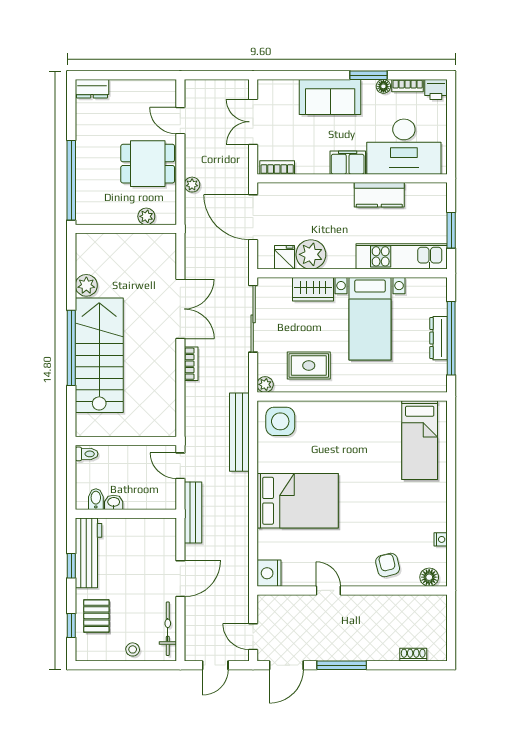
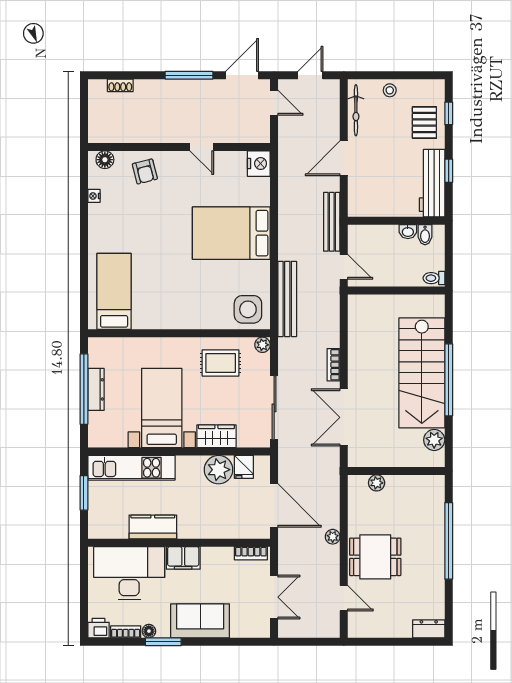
plant: (146, 216) -> (377, 483), moved
wall: (126, 229) -> (396, 471), moved

